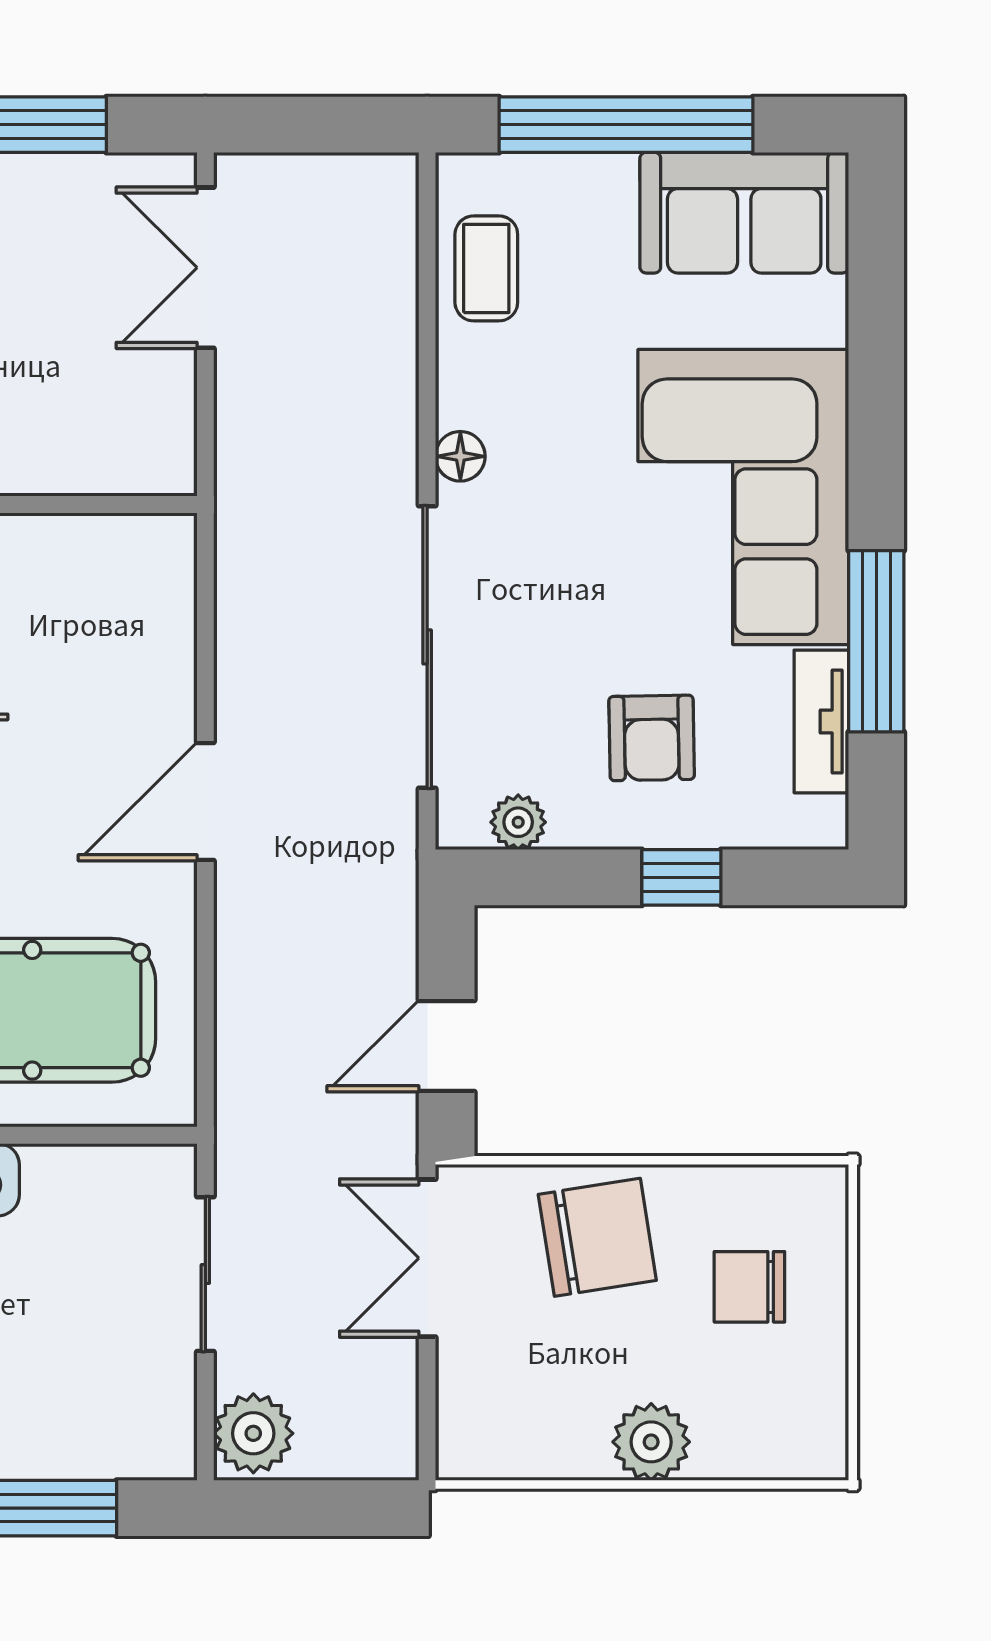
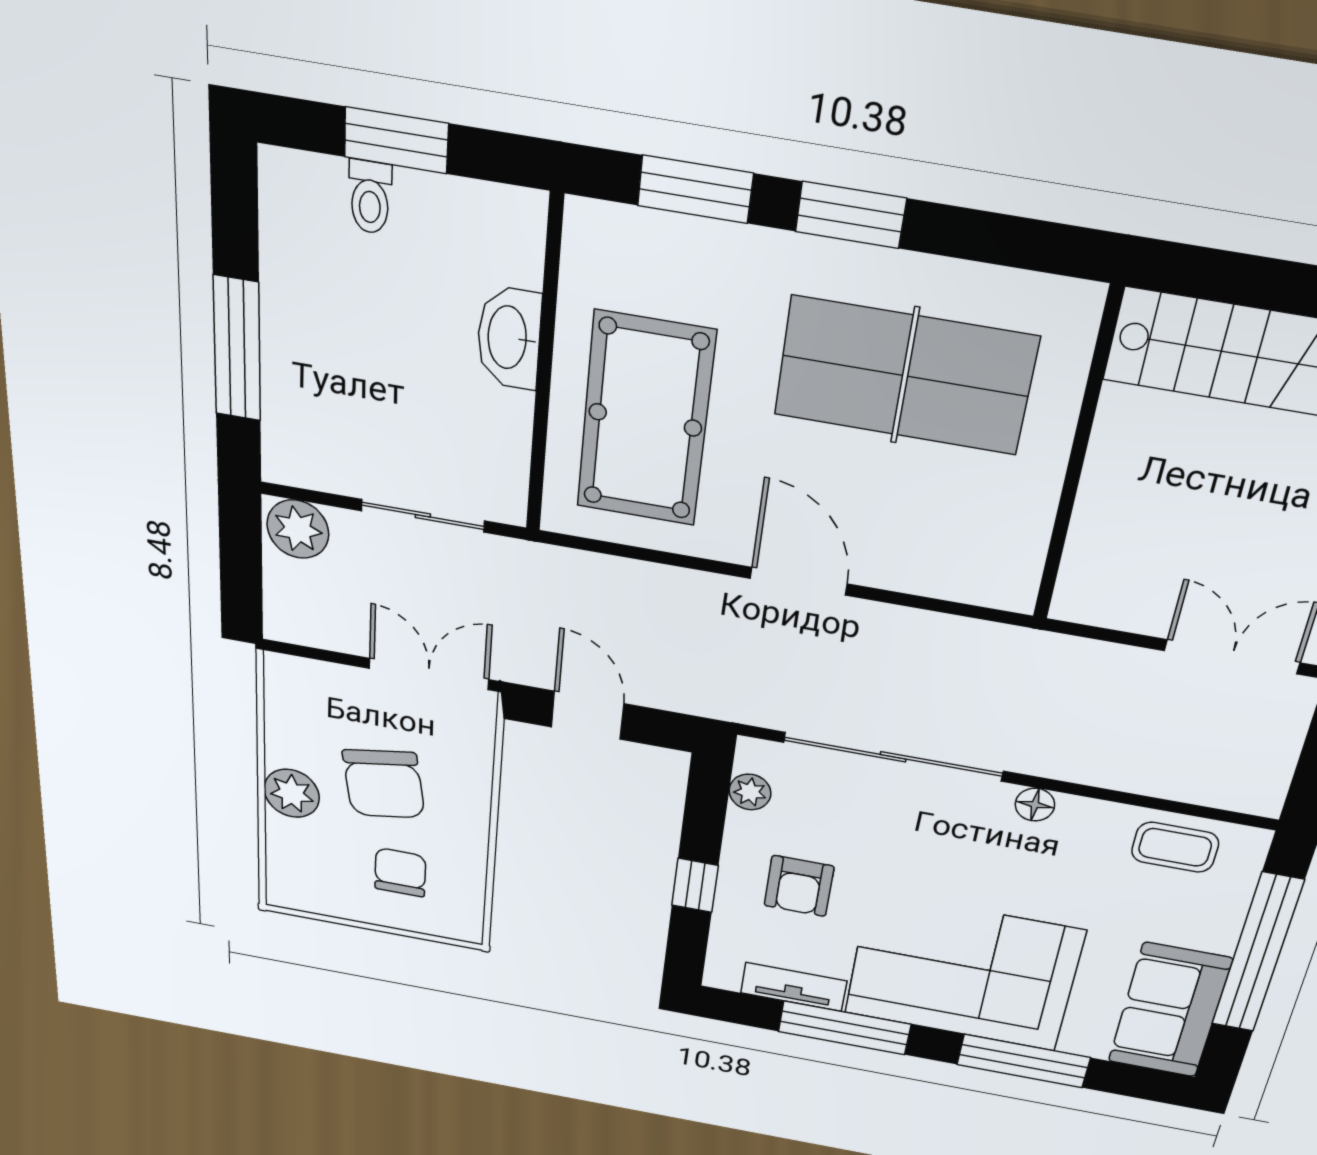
window: (876, 387) -> (1023, 1061), added
armchair: (652, 738) -> (799, 886), turned -89
chair: (597, 1237) -> (384, 784), moved

